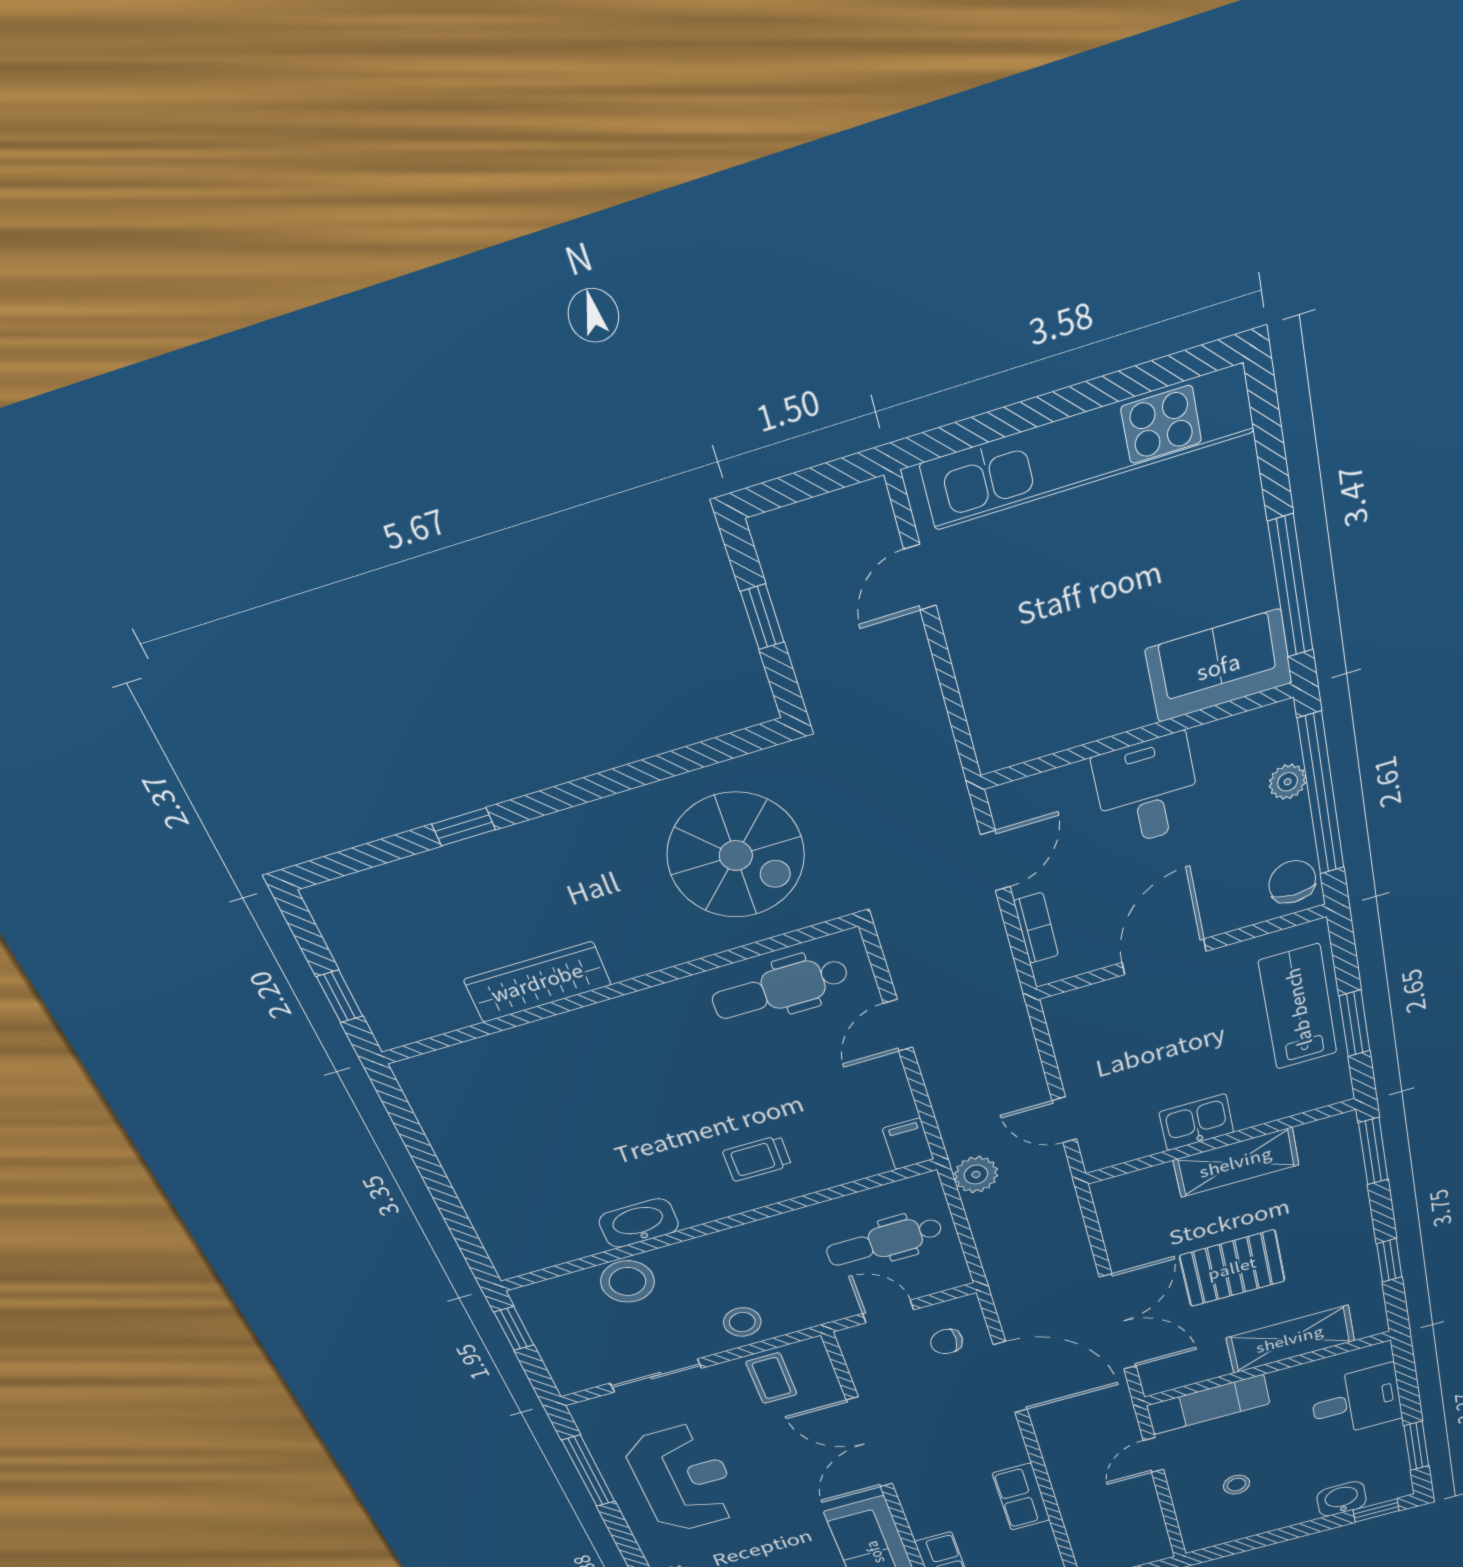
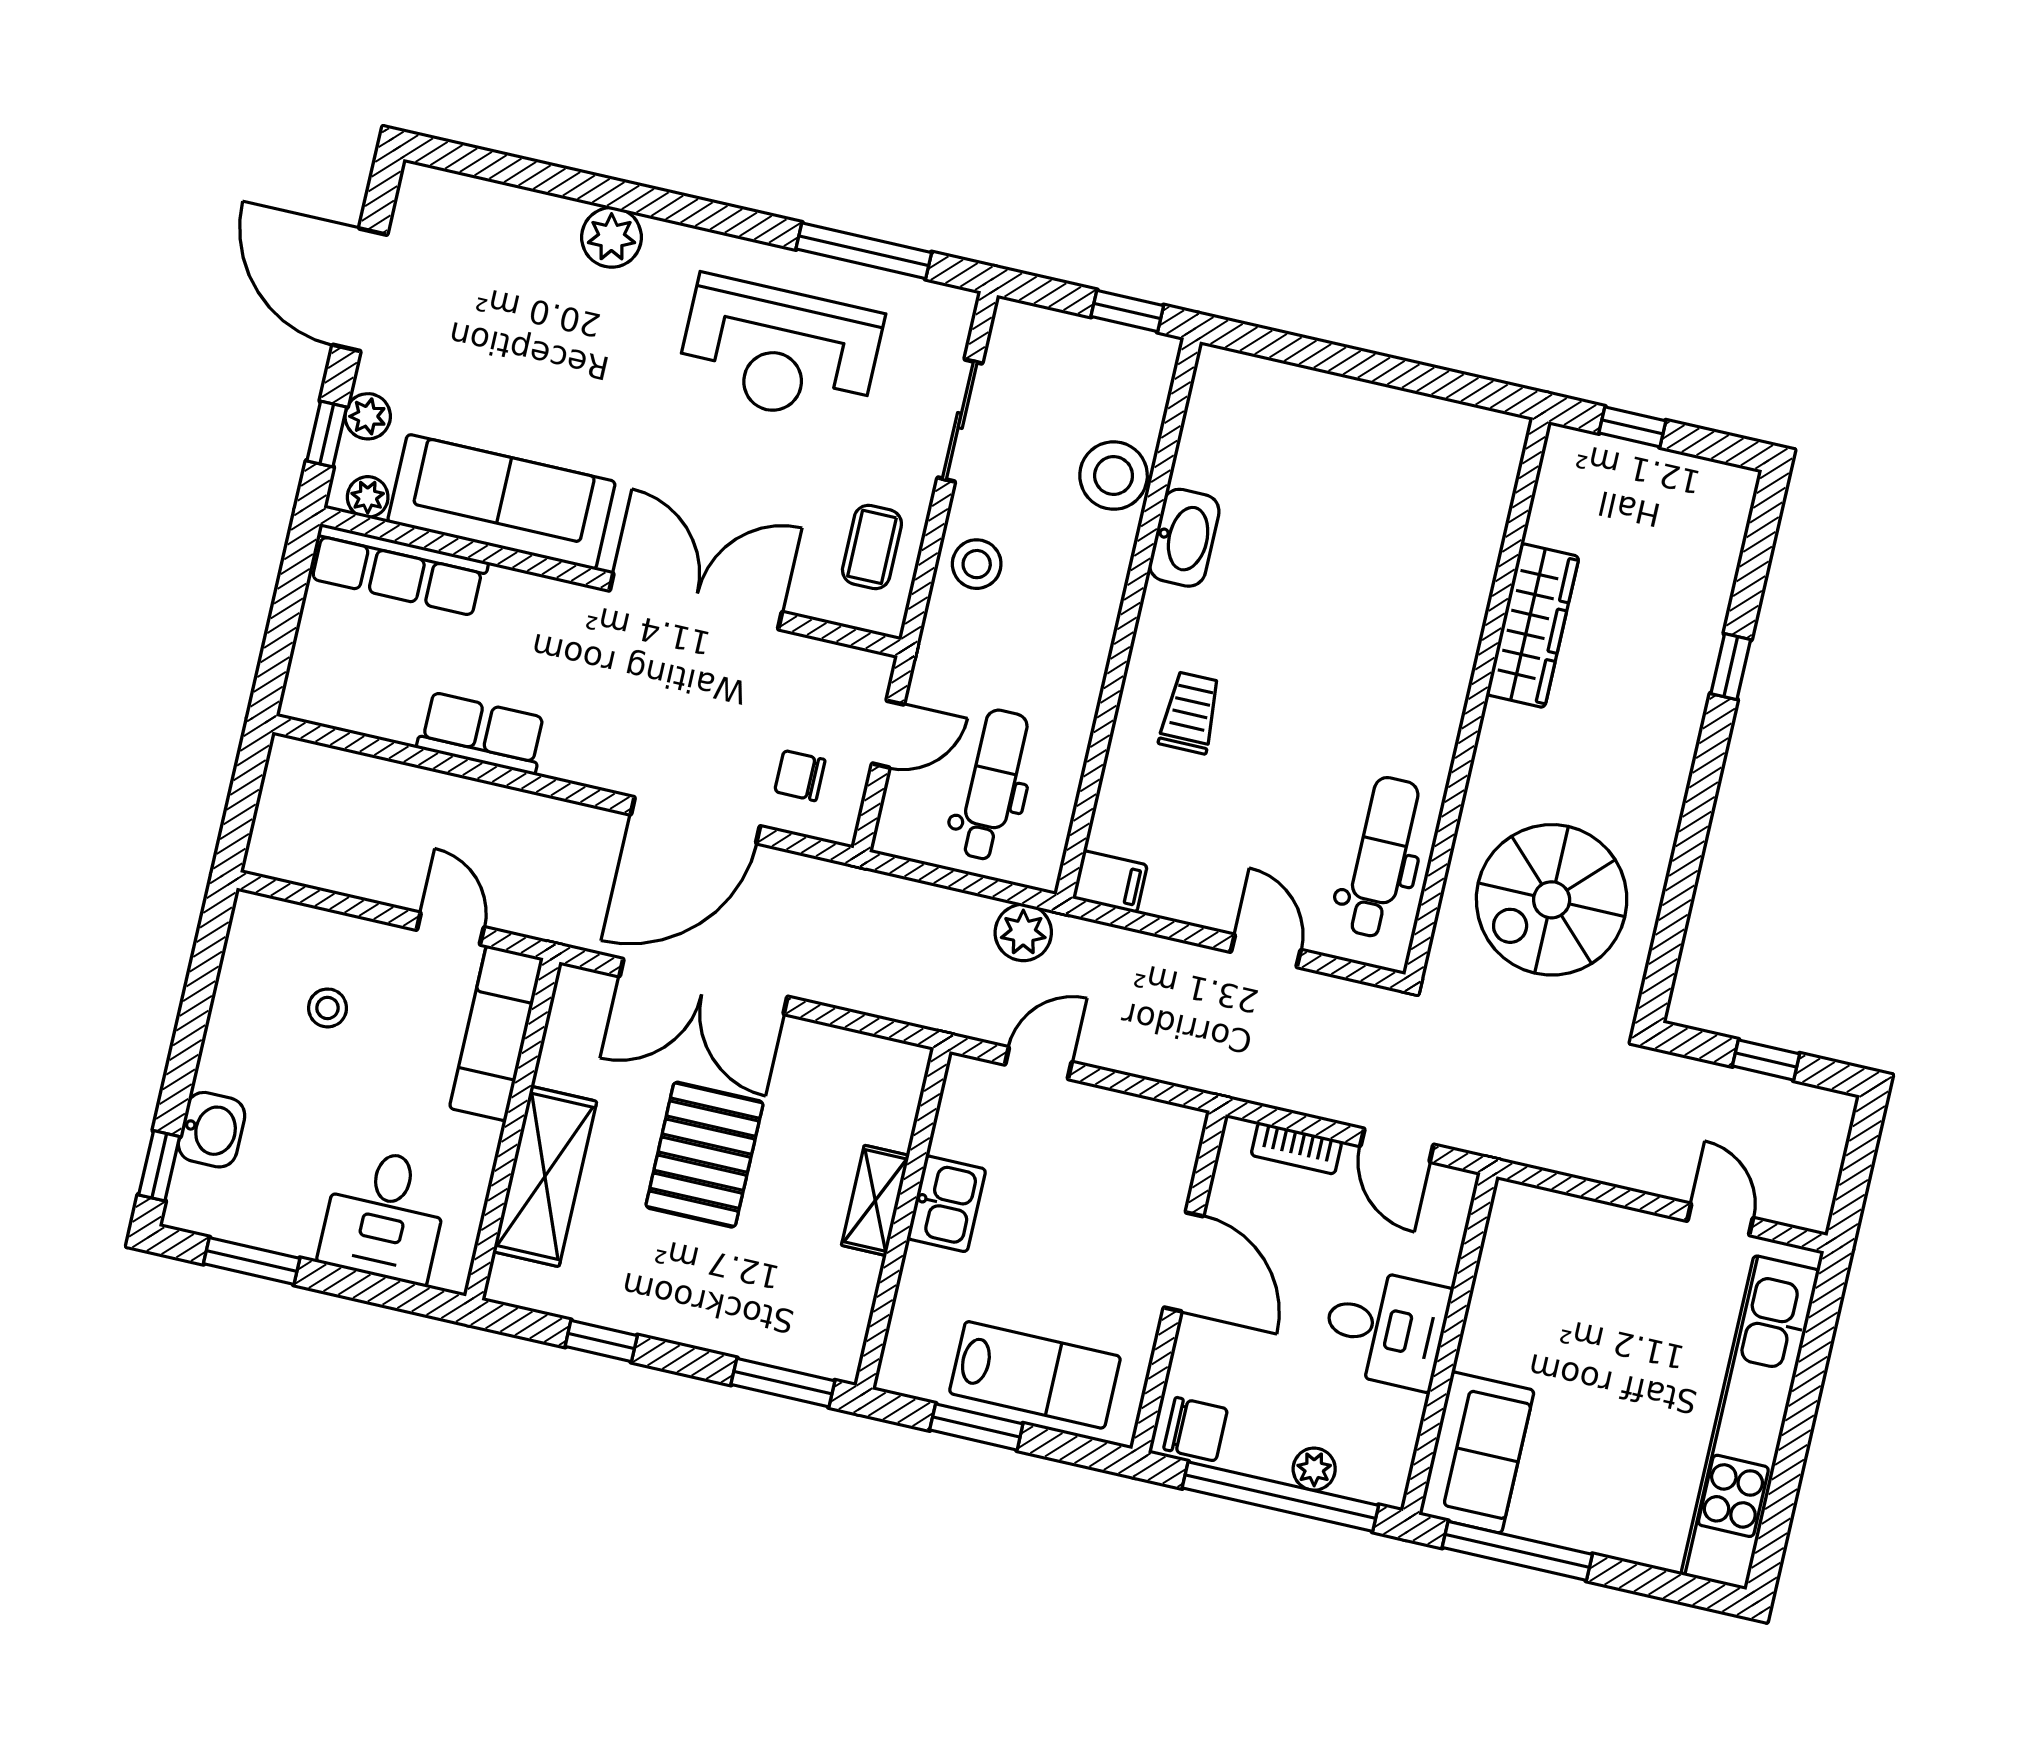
shelving: (1236, 1162) -> (875, 1200), width x0.67, depth x0.75
chair: (947, 1342) -> (800, 776), turned -94
coffee table: (771, 1378) -> (872, 547), turned 90

